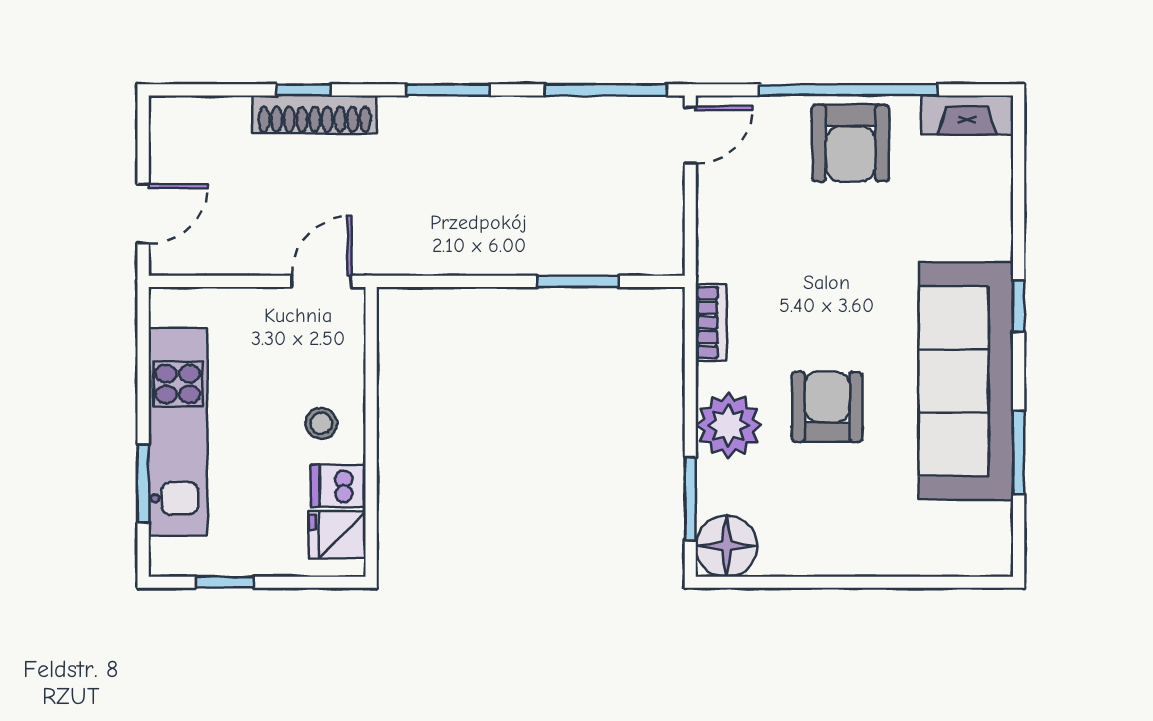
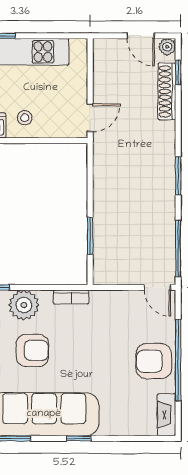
window: (304, 90) -> (178, 73), moved
plant: (167, 114) -> (167, 47), added
shoe rack: (315, 114) -> (167, 91), moved
door: (143, 214) -> (141, 36), moved
door: (322, 281) -> (90, 118), hinge flipped

